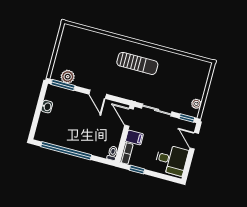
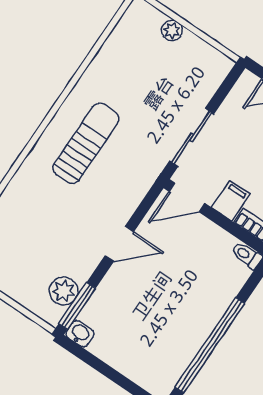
plant: (196, 104) -> (172, 30), moved
washbasin: (47, 107) -> (80, 334), moved
window: (187, 118) -> (229, 83), removed

